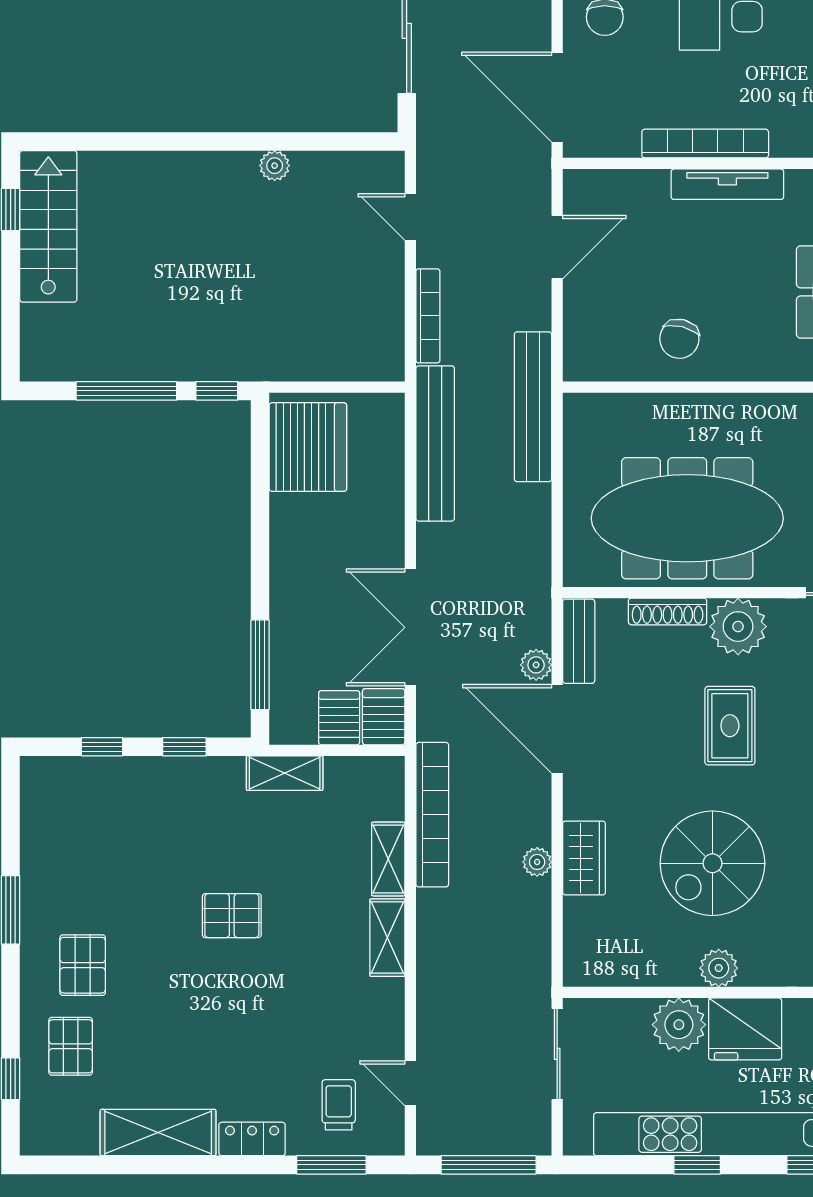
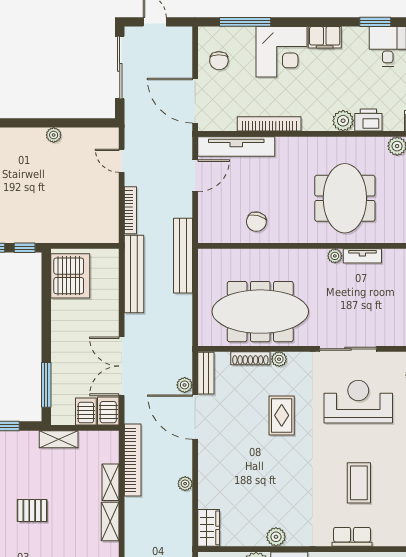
tv unit: (727, 184) -> (236, 146), moved, width x1.36, depth x1.29
plant: (738, 627) -> (279, 359), width x0.53, depth x0.53
wardrobe: (584, 858) -> (209, 528), moved
spiral stairs: (712, 863) -> (273, 484), removed

